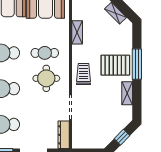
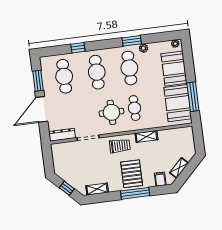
shelving: (77, 32) -> (146, 137), moved
filing cabinet: (125, 35) -> (160, 179), added
shelving: (127, 93) -> (97, 189), moved

